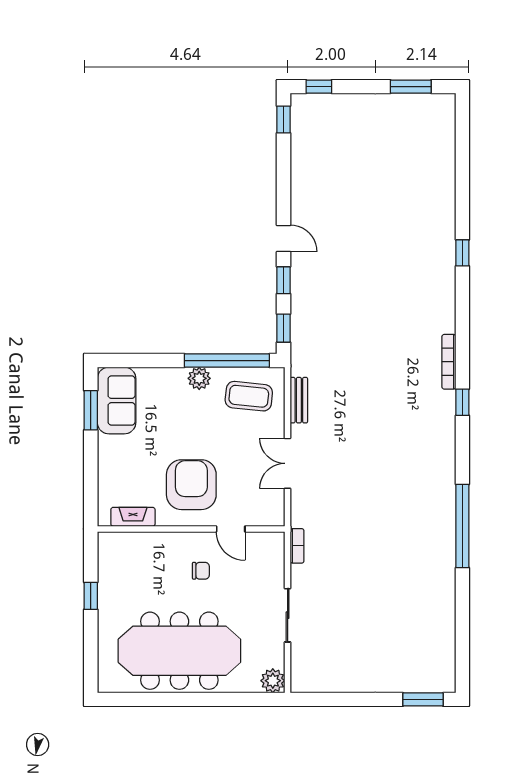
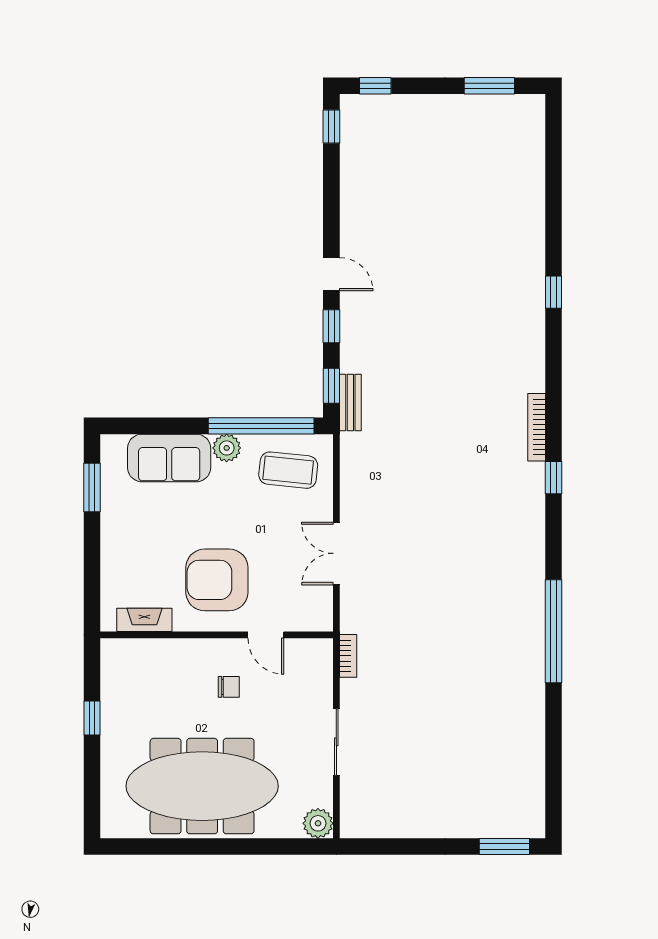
bench: (299, 400) -> (350, 402), moved
sofa: (117, 401) -> (169, 458), moved, turned 90
armchair: (191, 485) -> (217, 580), turned -90

